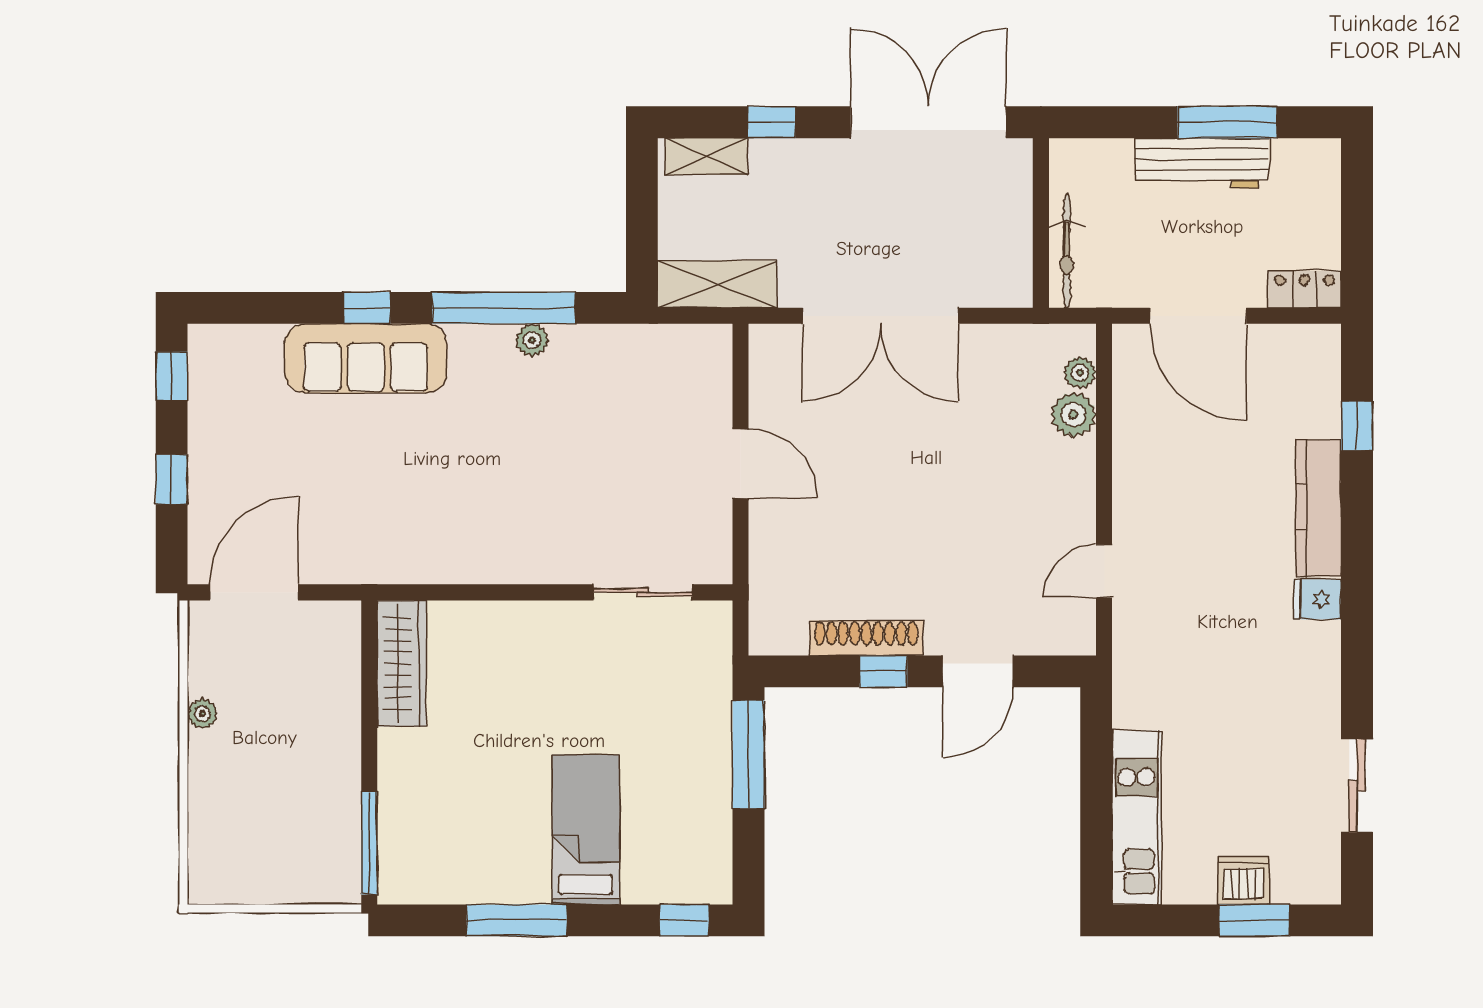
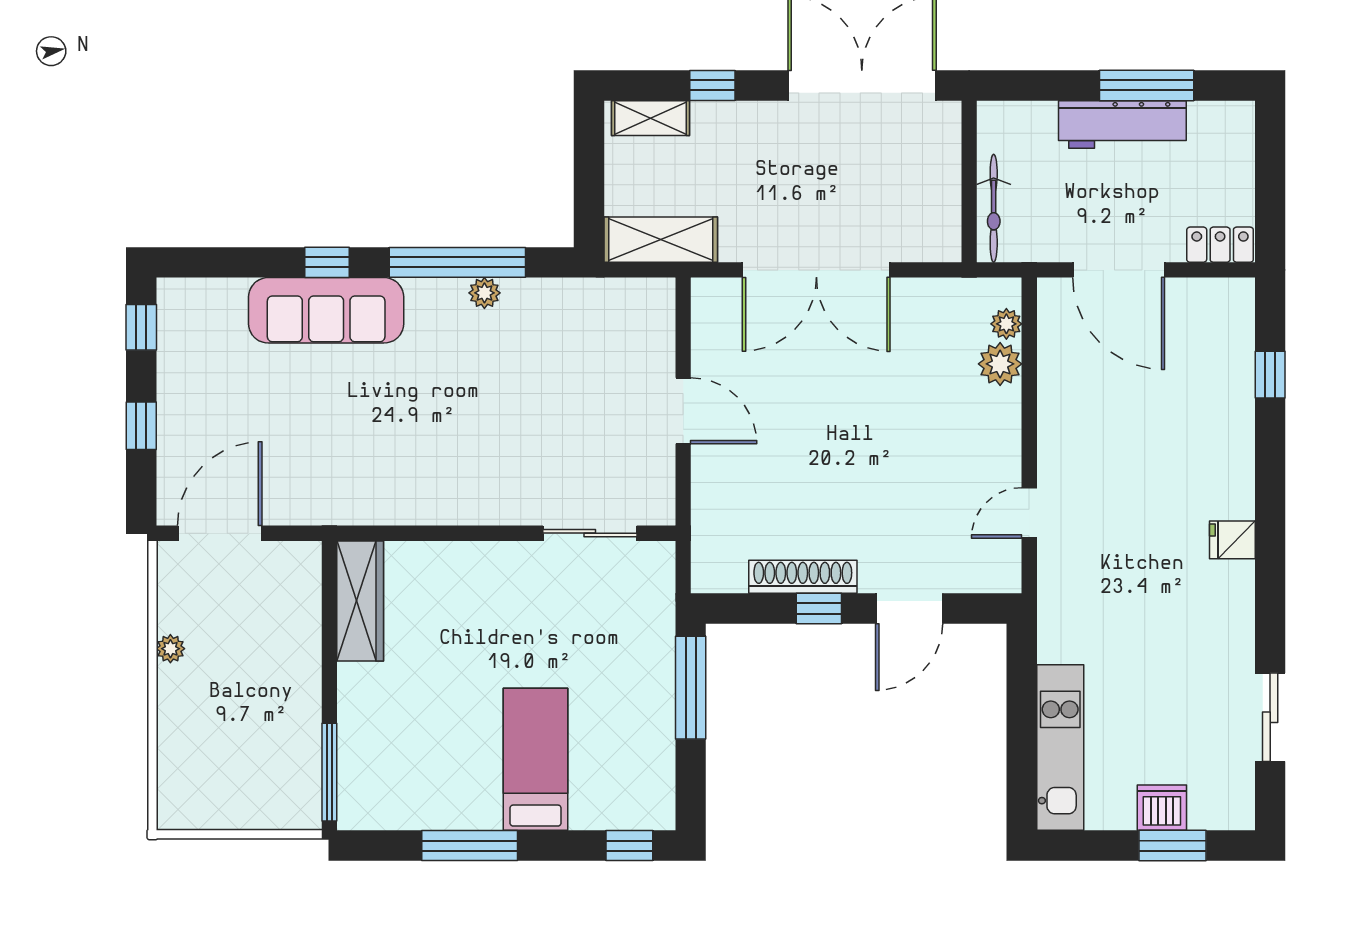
kitchen counter: (1318, 508) -> (1233, 453), removed

